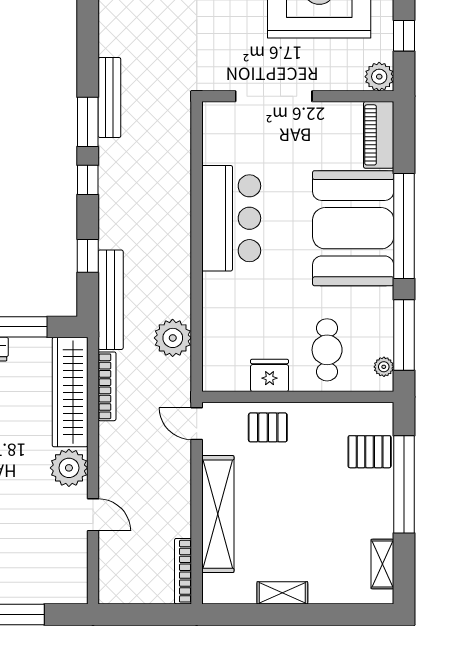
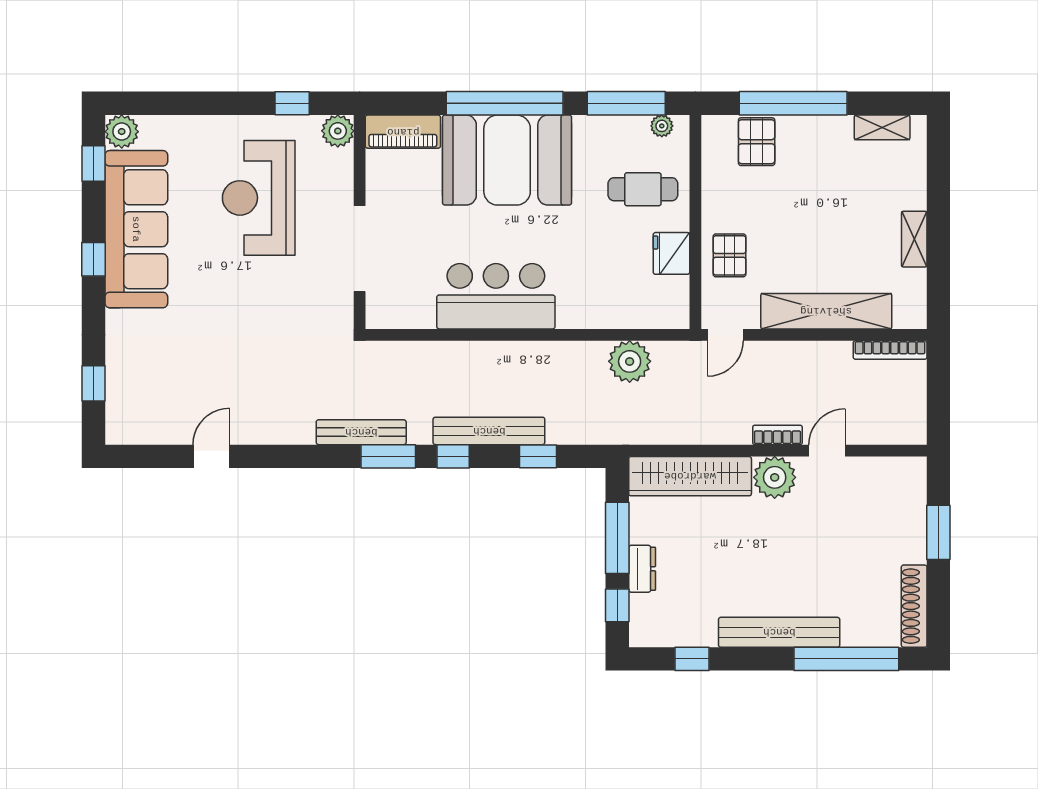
bench: (111, 300) -> (489, 431), moved
bookcase: (107, 386) -> (777, 435), moved, width x0.64

